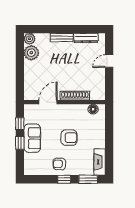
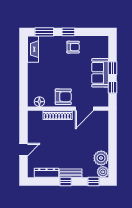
window: (39, 29) -> (93, 182), added
window: (67, 29) -> (66, 182), added
armchair: (69, 138) -> (63, 97), moved, turned 180

